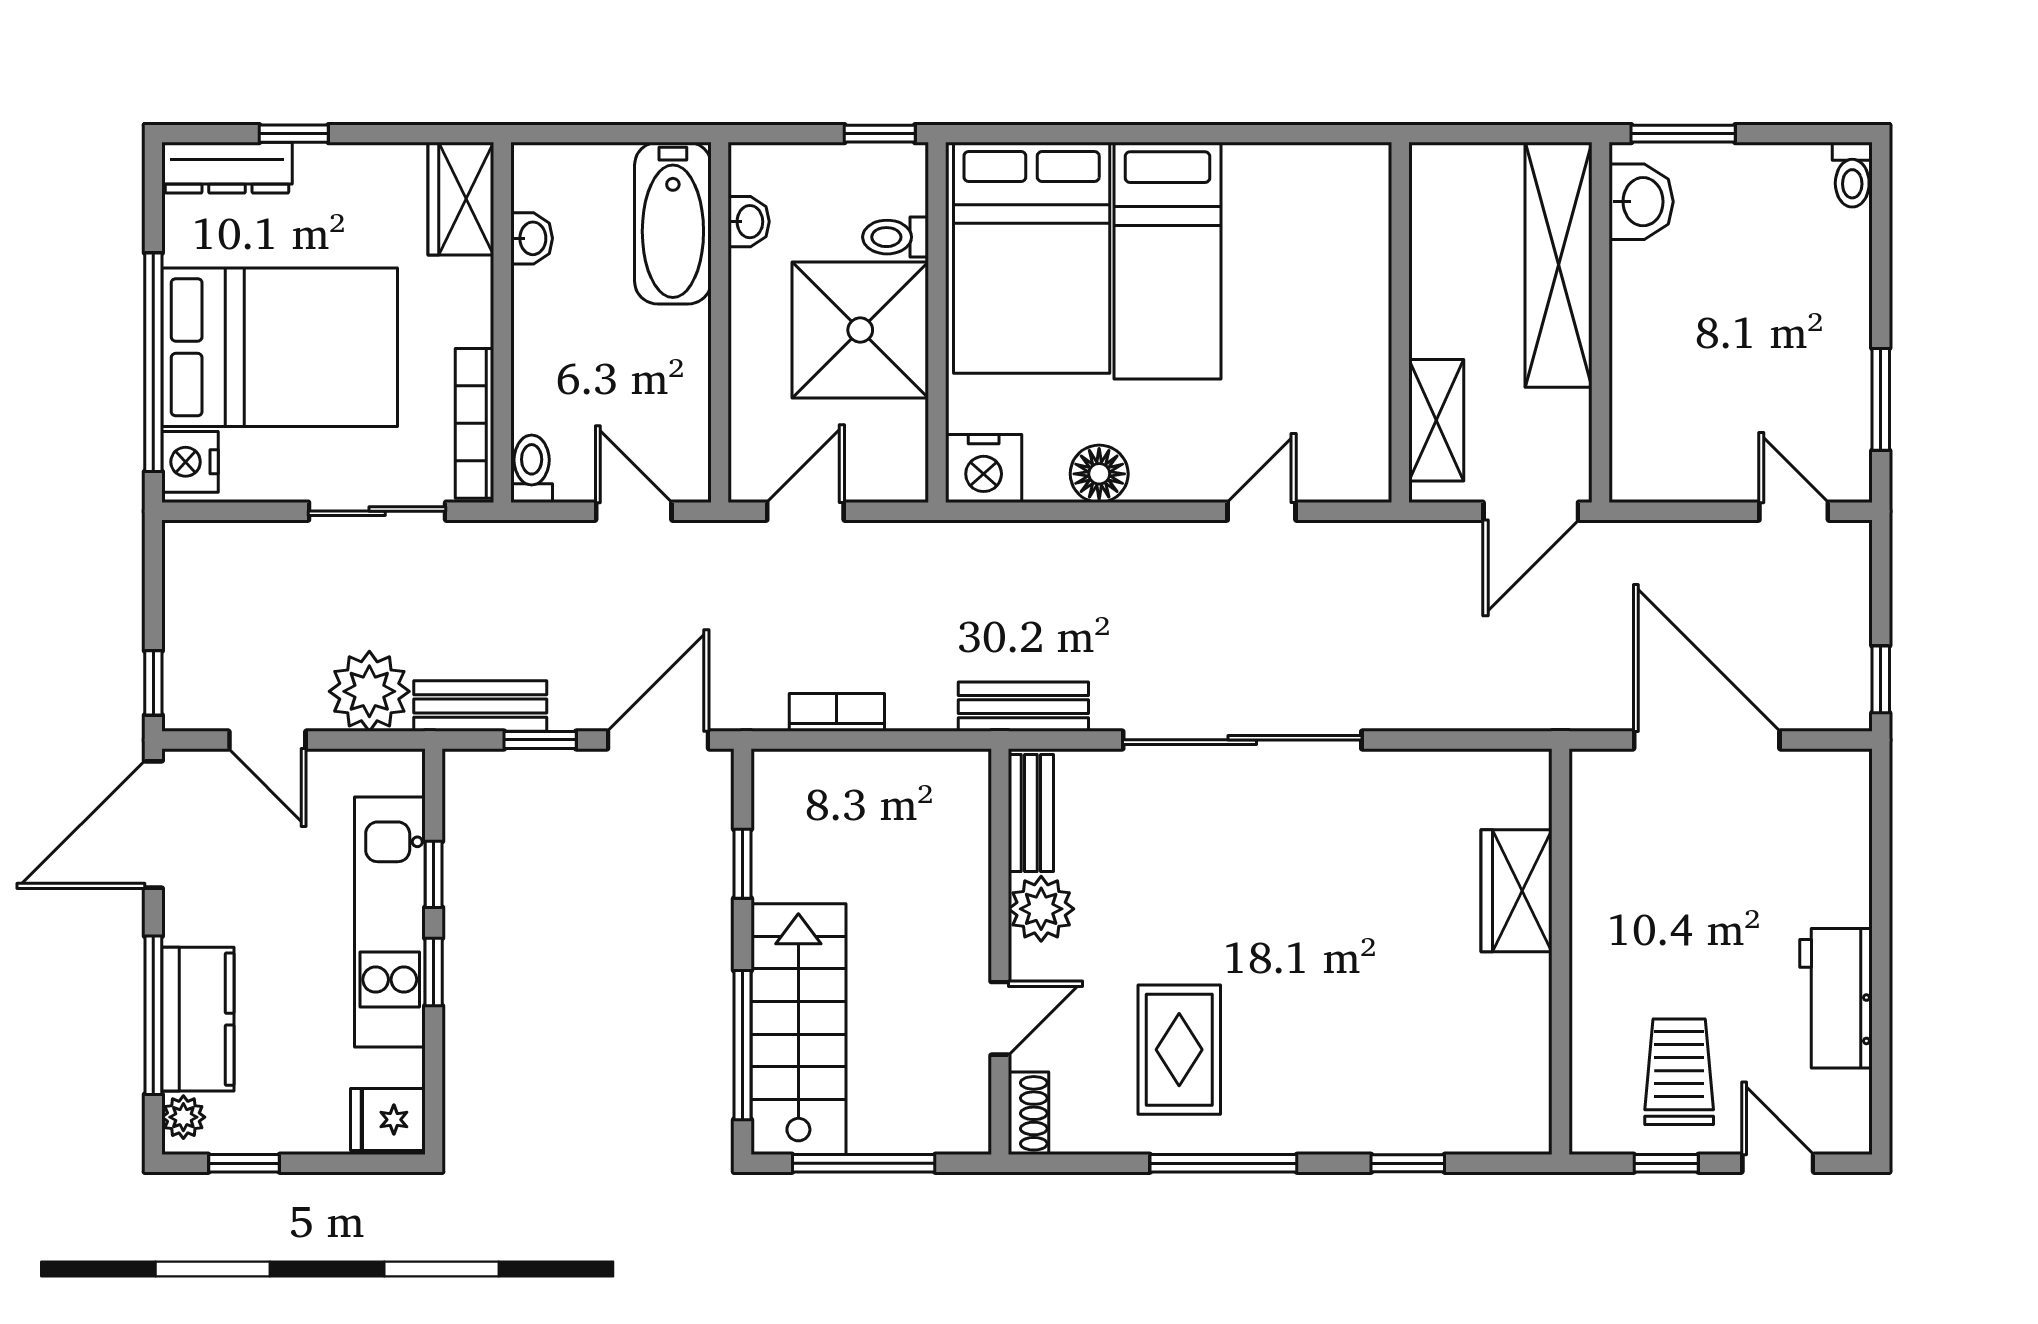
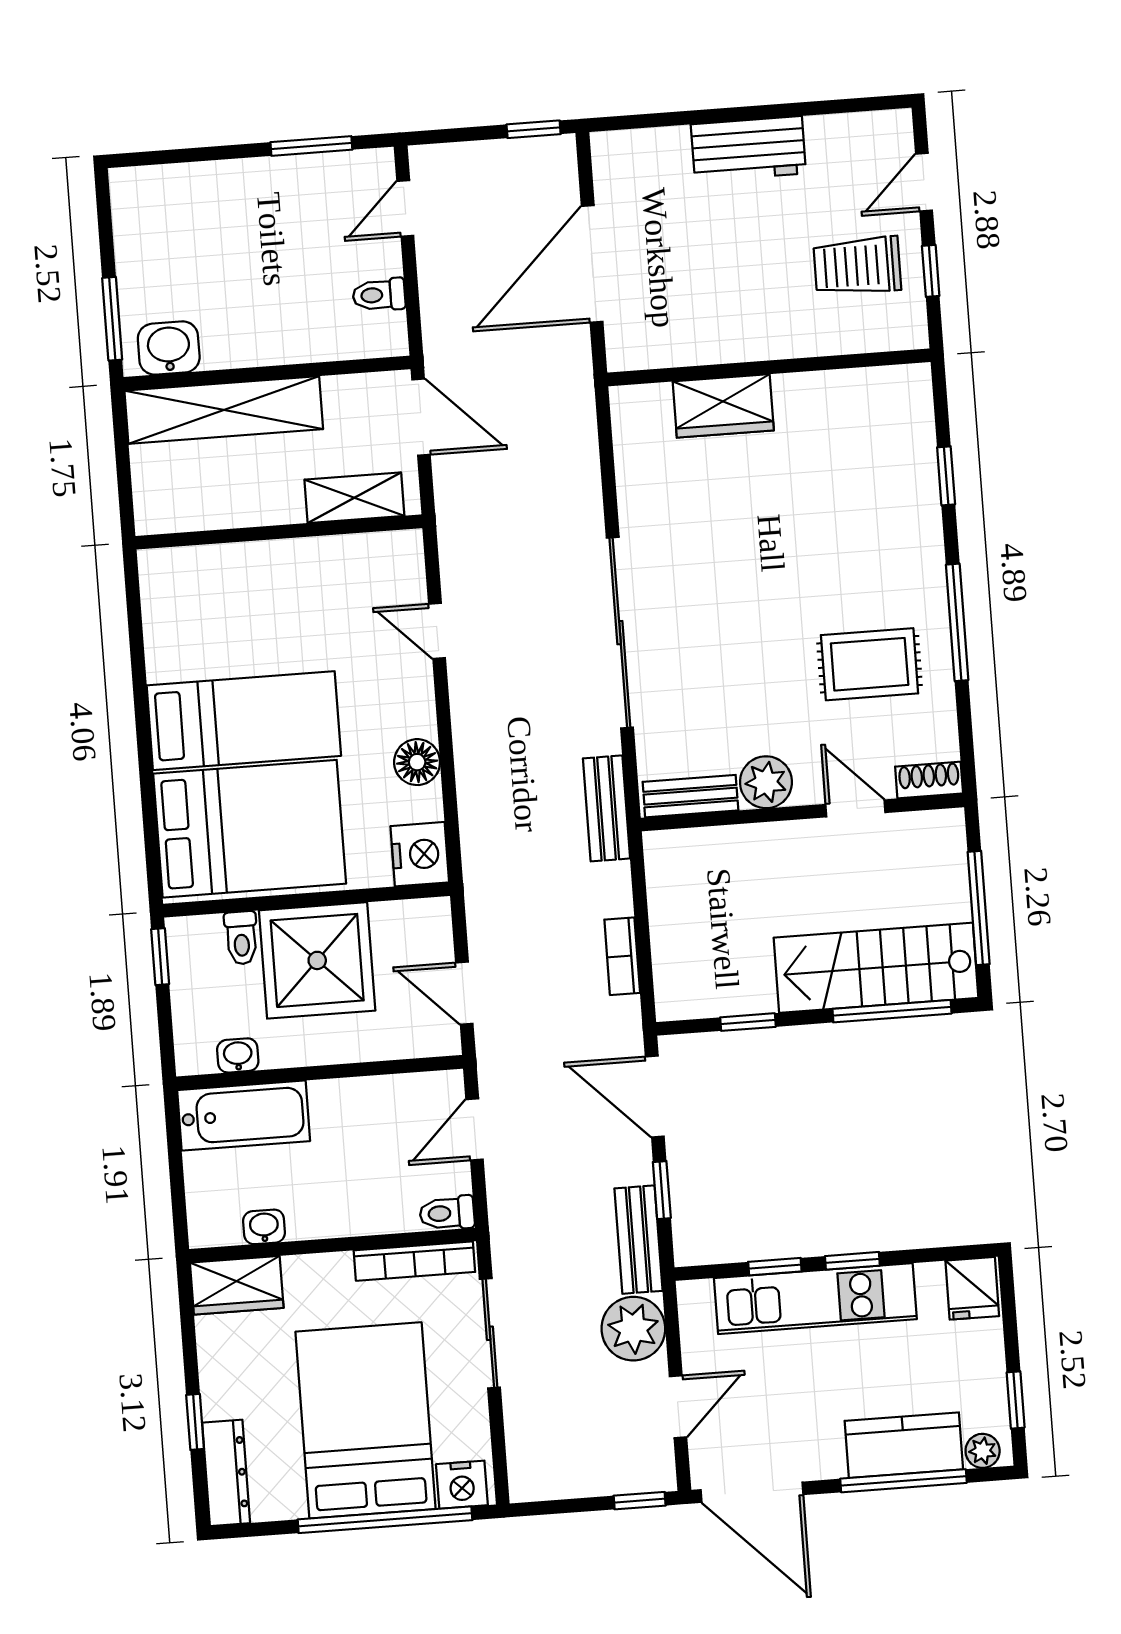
toilet: (1852, 175) -> (379, 295), moved, turned 180
workbench: (1836, 998) -> (748, 149), moved

